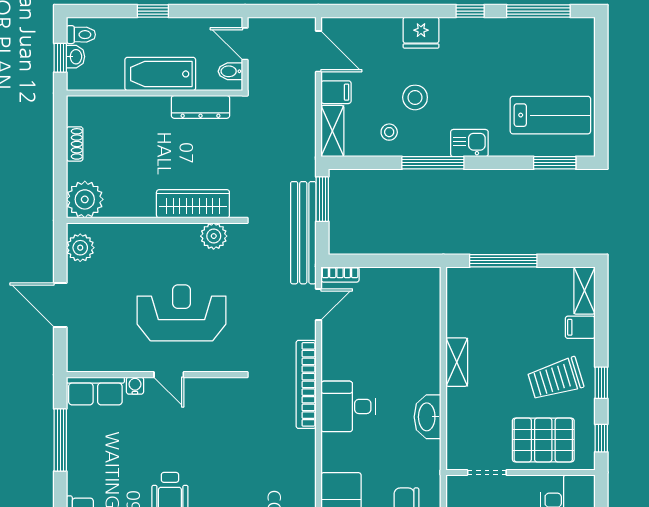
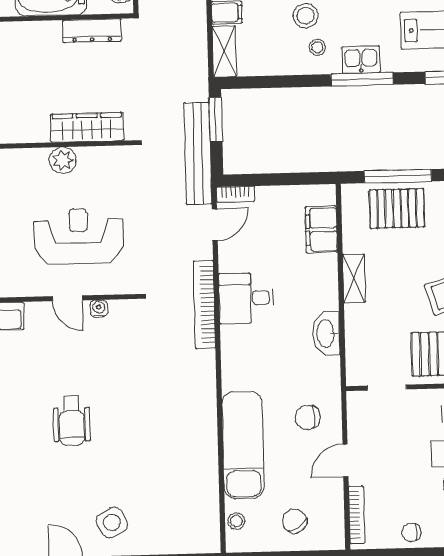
stool: (389, 132) -> (317, 47), moved
window: (433, 163) -> (362, 79), moved
plant: (214, 236) -> (63, 160), moved
pallet: (502, 293) -> (397, 208), added
filing cabinet: (425, 312) -> (321, 230), added
water cooler: (135, 386) -> (99, 308), moved
desk: (348, 406) -> (246, 298), moved

